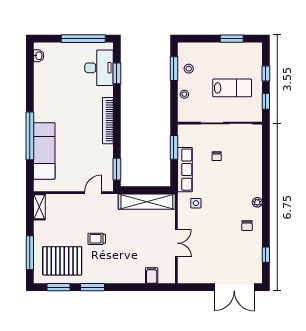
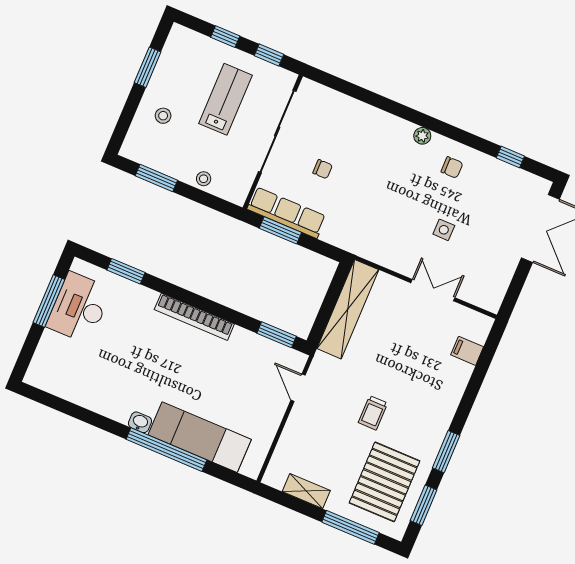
window: (83, 39) -> (49, 301), width x0.68
washbasin: (39, 56) -> (140, 422), moved
desk: (99, 68) -> (79, 308), moved, turned -90
stool: (189, 69) -> (163, 116), moved
row of seats: (185, 170) -> (287, 213), moved
side table: (196, 203) -> (444, 230), moved
shelving: (39, 207) -> (306, 491), moved

